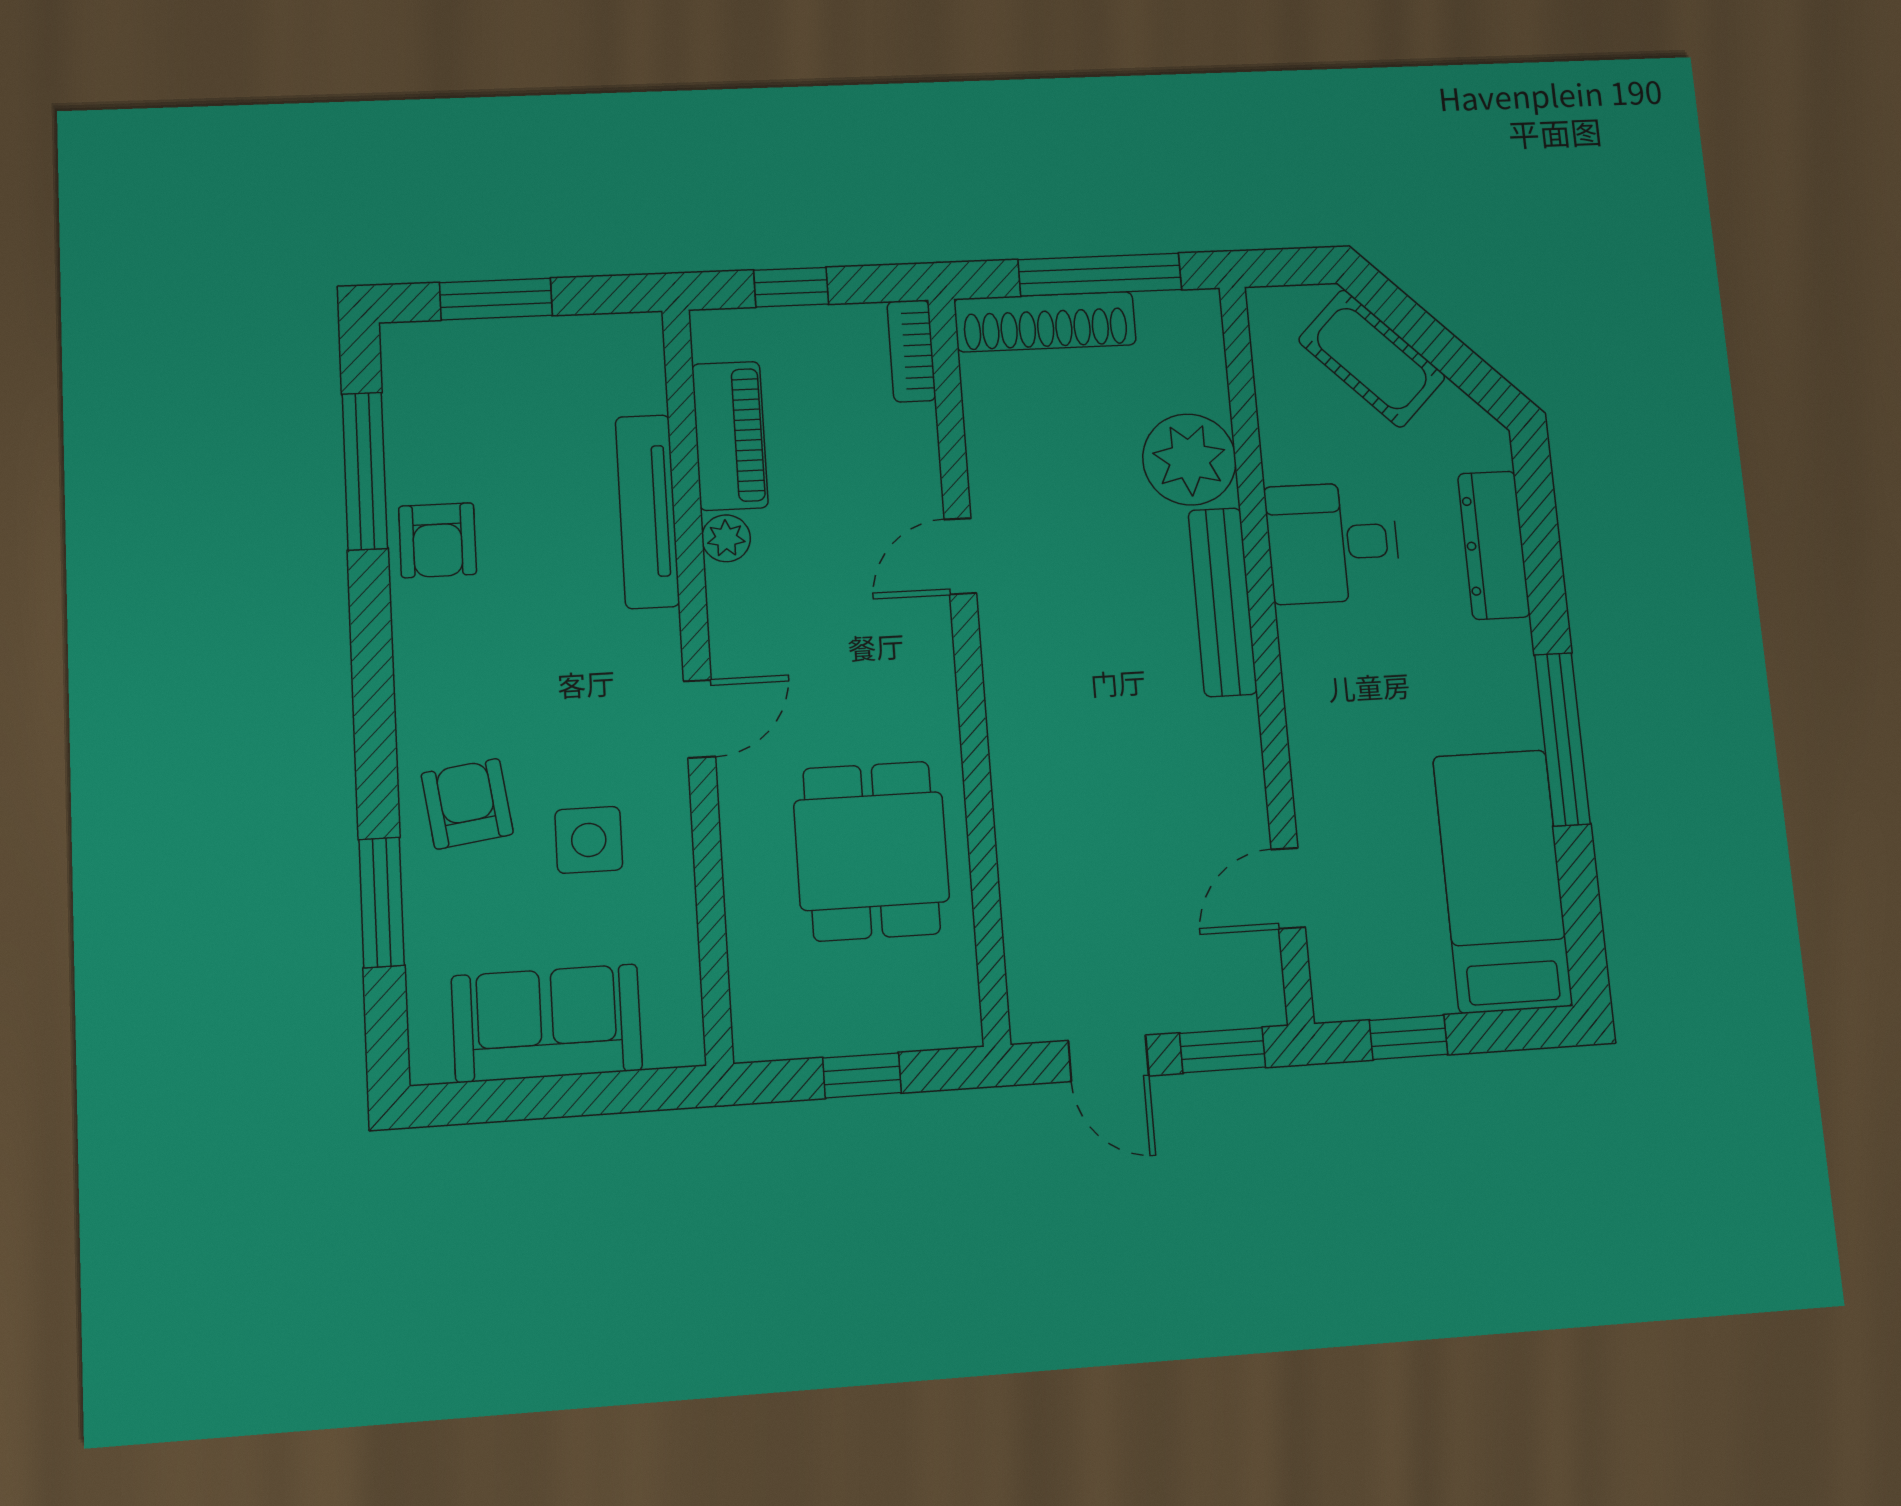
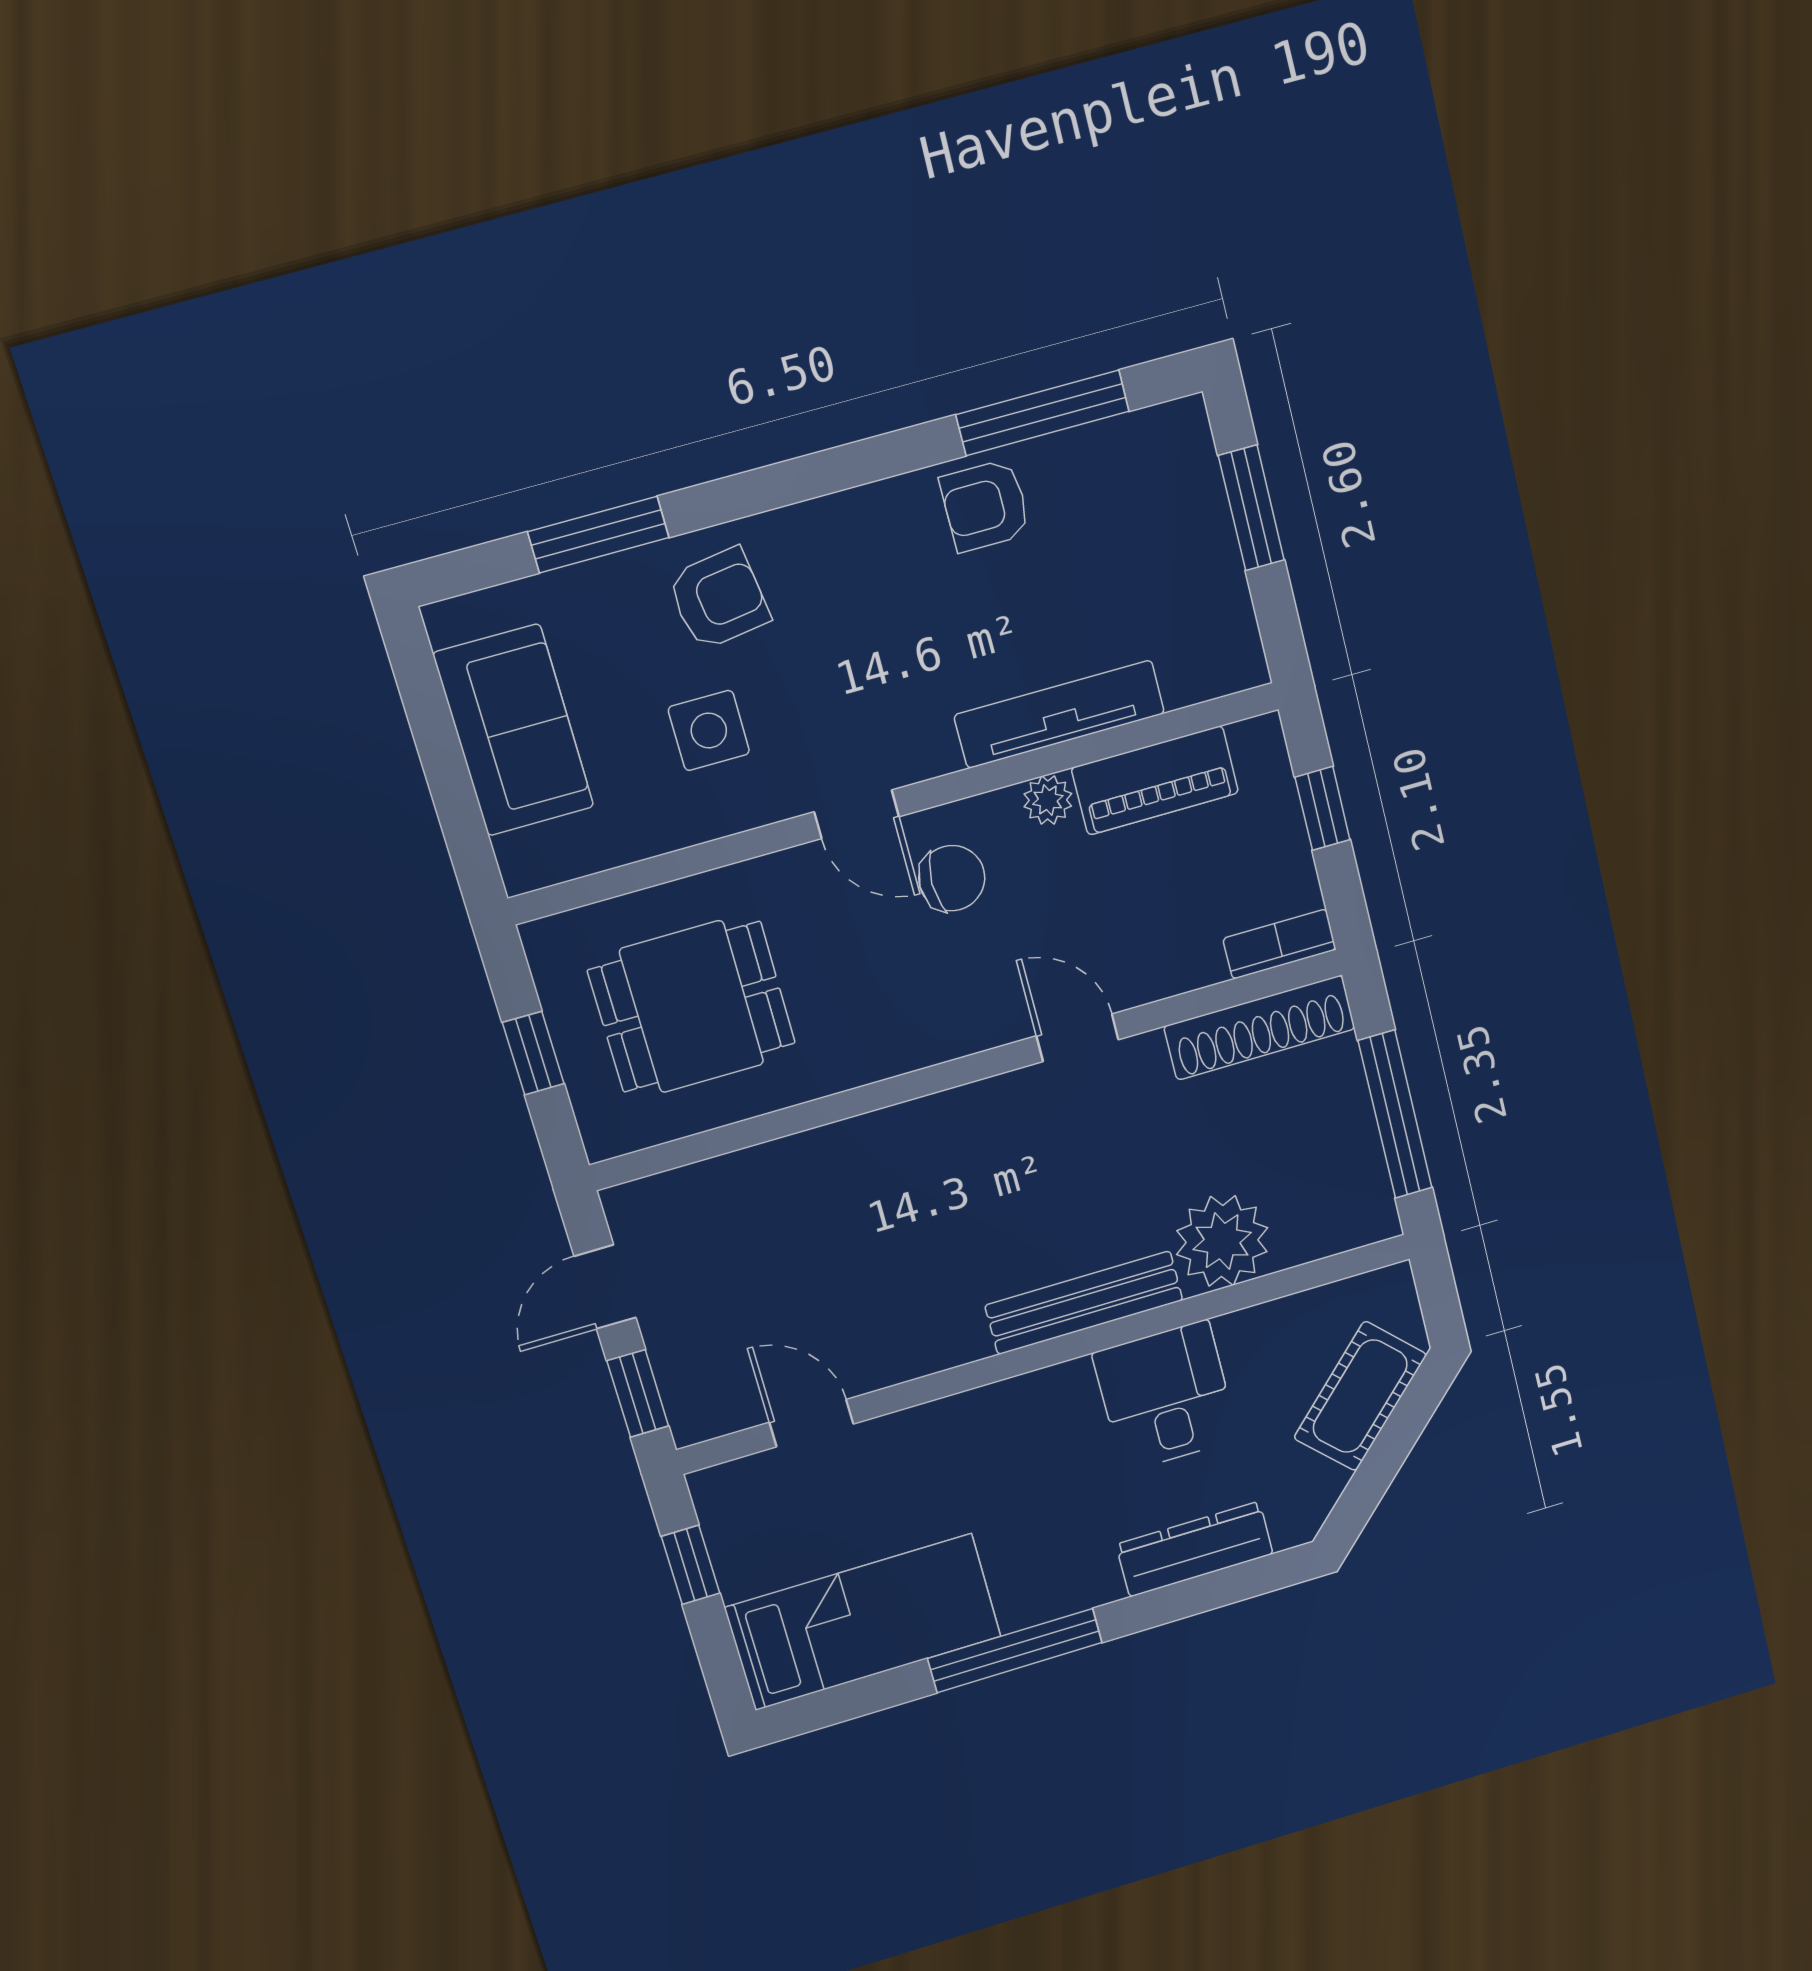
shoe rack: (1045, 322) -> (1260, 1028), moved, turned -90
chair: (781, 643) -> (952, 878), added
dining table: (872, 851) -> (692, 1007), moved

